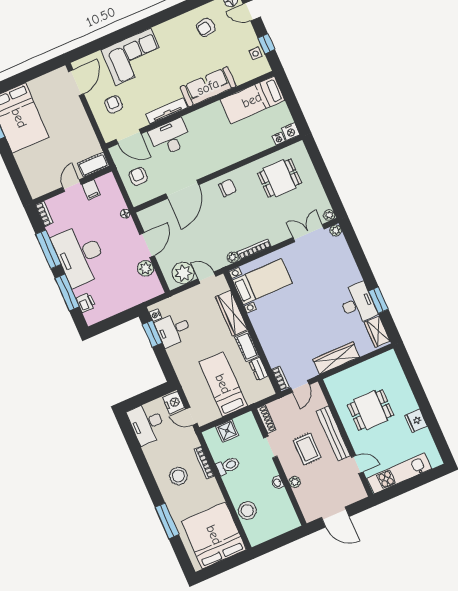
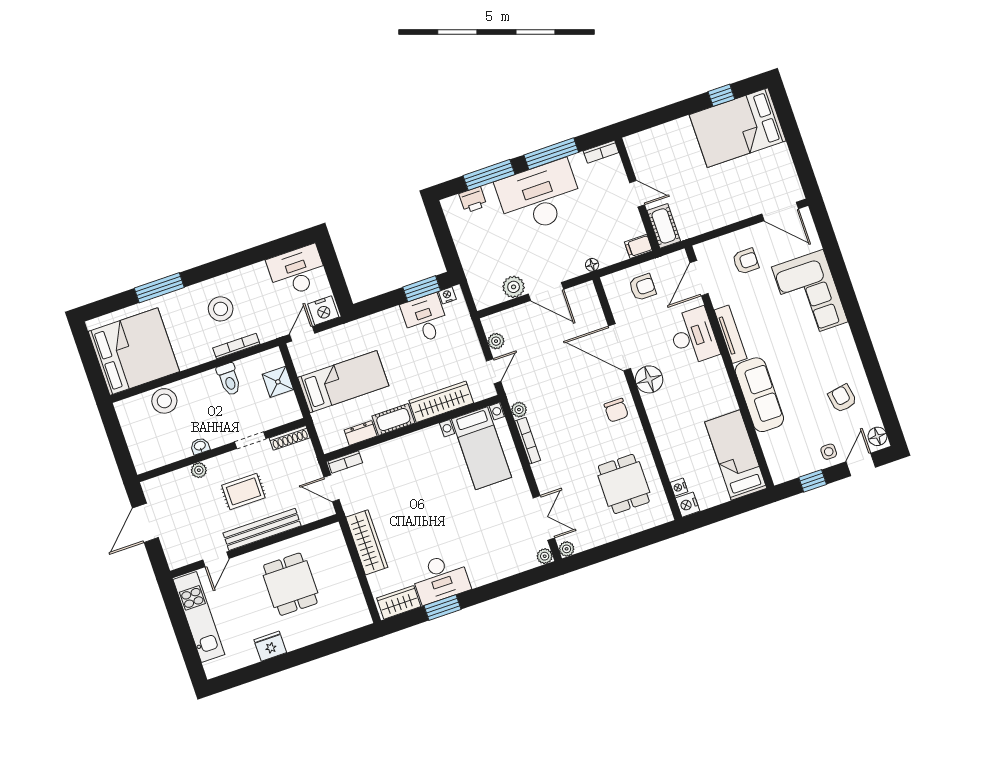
side table: (256, 54) -> (829, 452), moved
floor lamp: (204, 166) -> (649, 379), added
filing cabinet: (91, 190) -> (638, 246), moved
plant: (183, 273) -> (496, 341), width x0.53, depth x0.53

